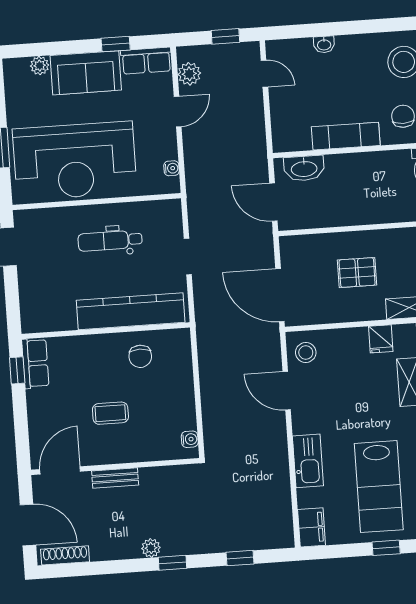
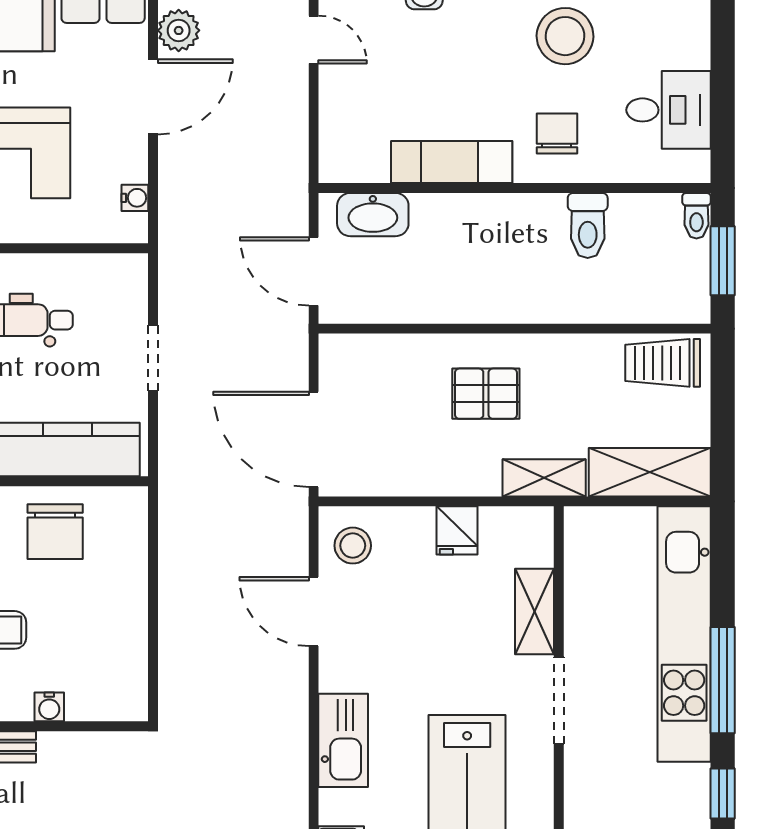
door: (178, 112) -> (153, 97), width x1.38
pallet: (357, 273) -> (486, 394), moved
fridge: (381, 339) -> (457, 530), moved
chair: (140, 356) -> (55, 532), width x1.37, depth x1.37
water cooler: (190, 439) -> (49, 707), moved, turned 90

